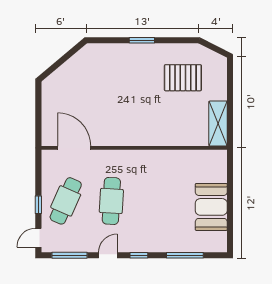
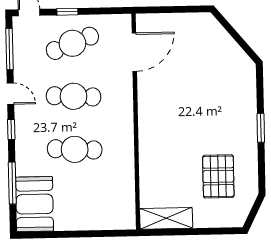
cafe table: (66, 201) -> (72, 43), turned -45
cafe table: (157, 201) -> (75, 149), added
booth: (211, 207) -> (35, 204), moved, turned 90

